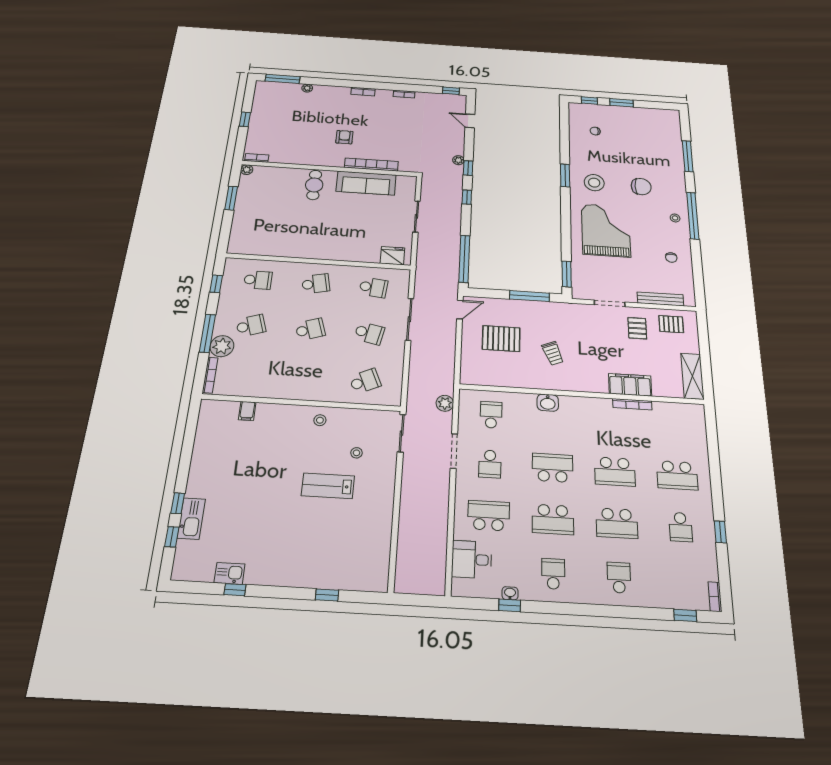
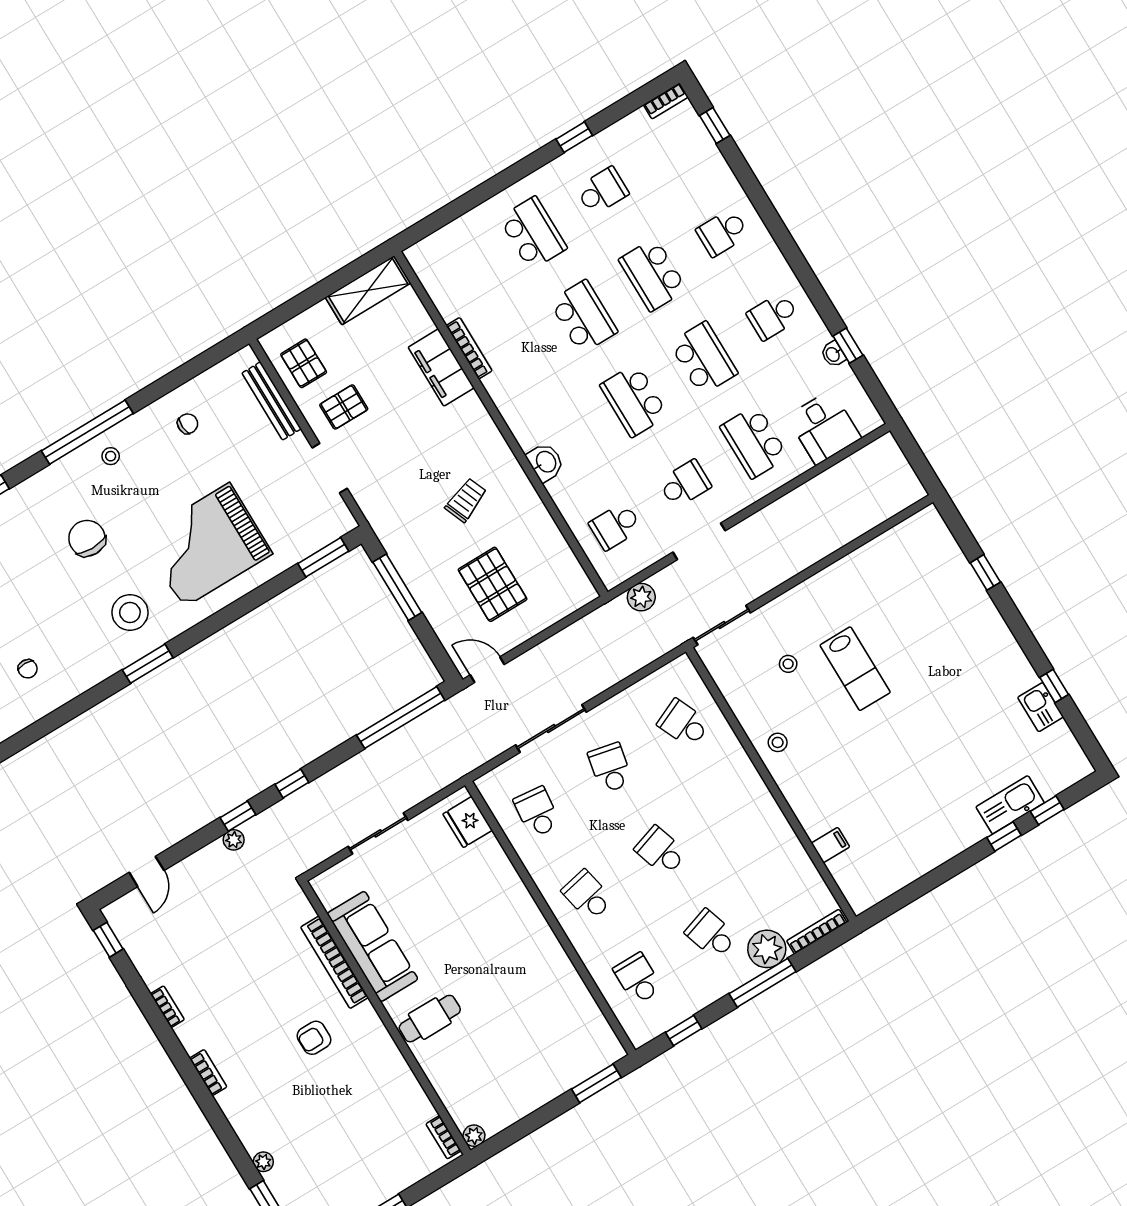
window: (231, 198) -> (596, 1083), moved
school desk: (617, 523) -> (653, 275), turned 180

